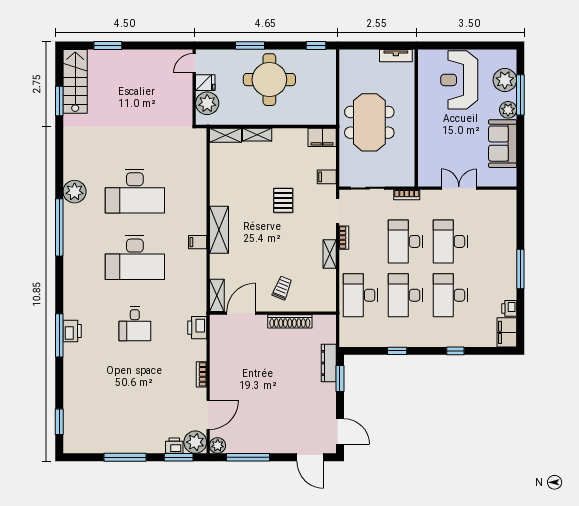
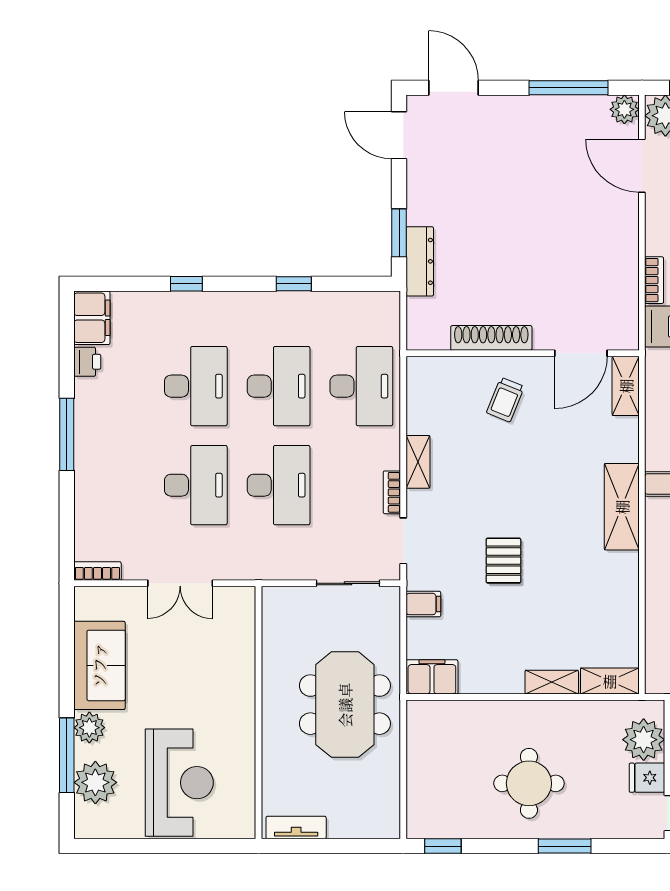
round table: (269, 80) -> (529, 783), width x0.73, depth x0.73
bookcase: (407, 195) -> (97, 571), moved
bookcase: (201, 374) -> (654, 280), moved
door: (208, 415) -> (642, 166), hinge flipped

